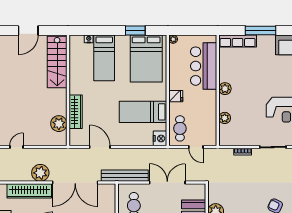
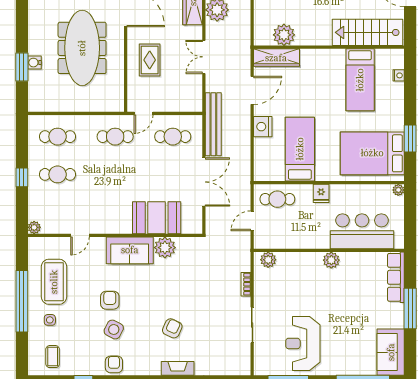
bed: (104, 58) -> (360, 80), moved, turned -90
wardrobe: (76, 112) -> (276, 58), moved
plant: (225, 118) -> (268, 260), moved
nightstand: (160, 138) -> (263, 127), moved, turned 90
double door: (75, 183) -> (204, 57), width x0.54

